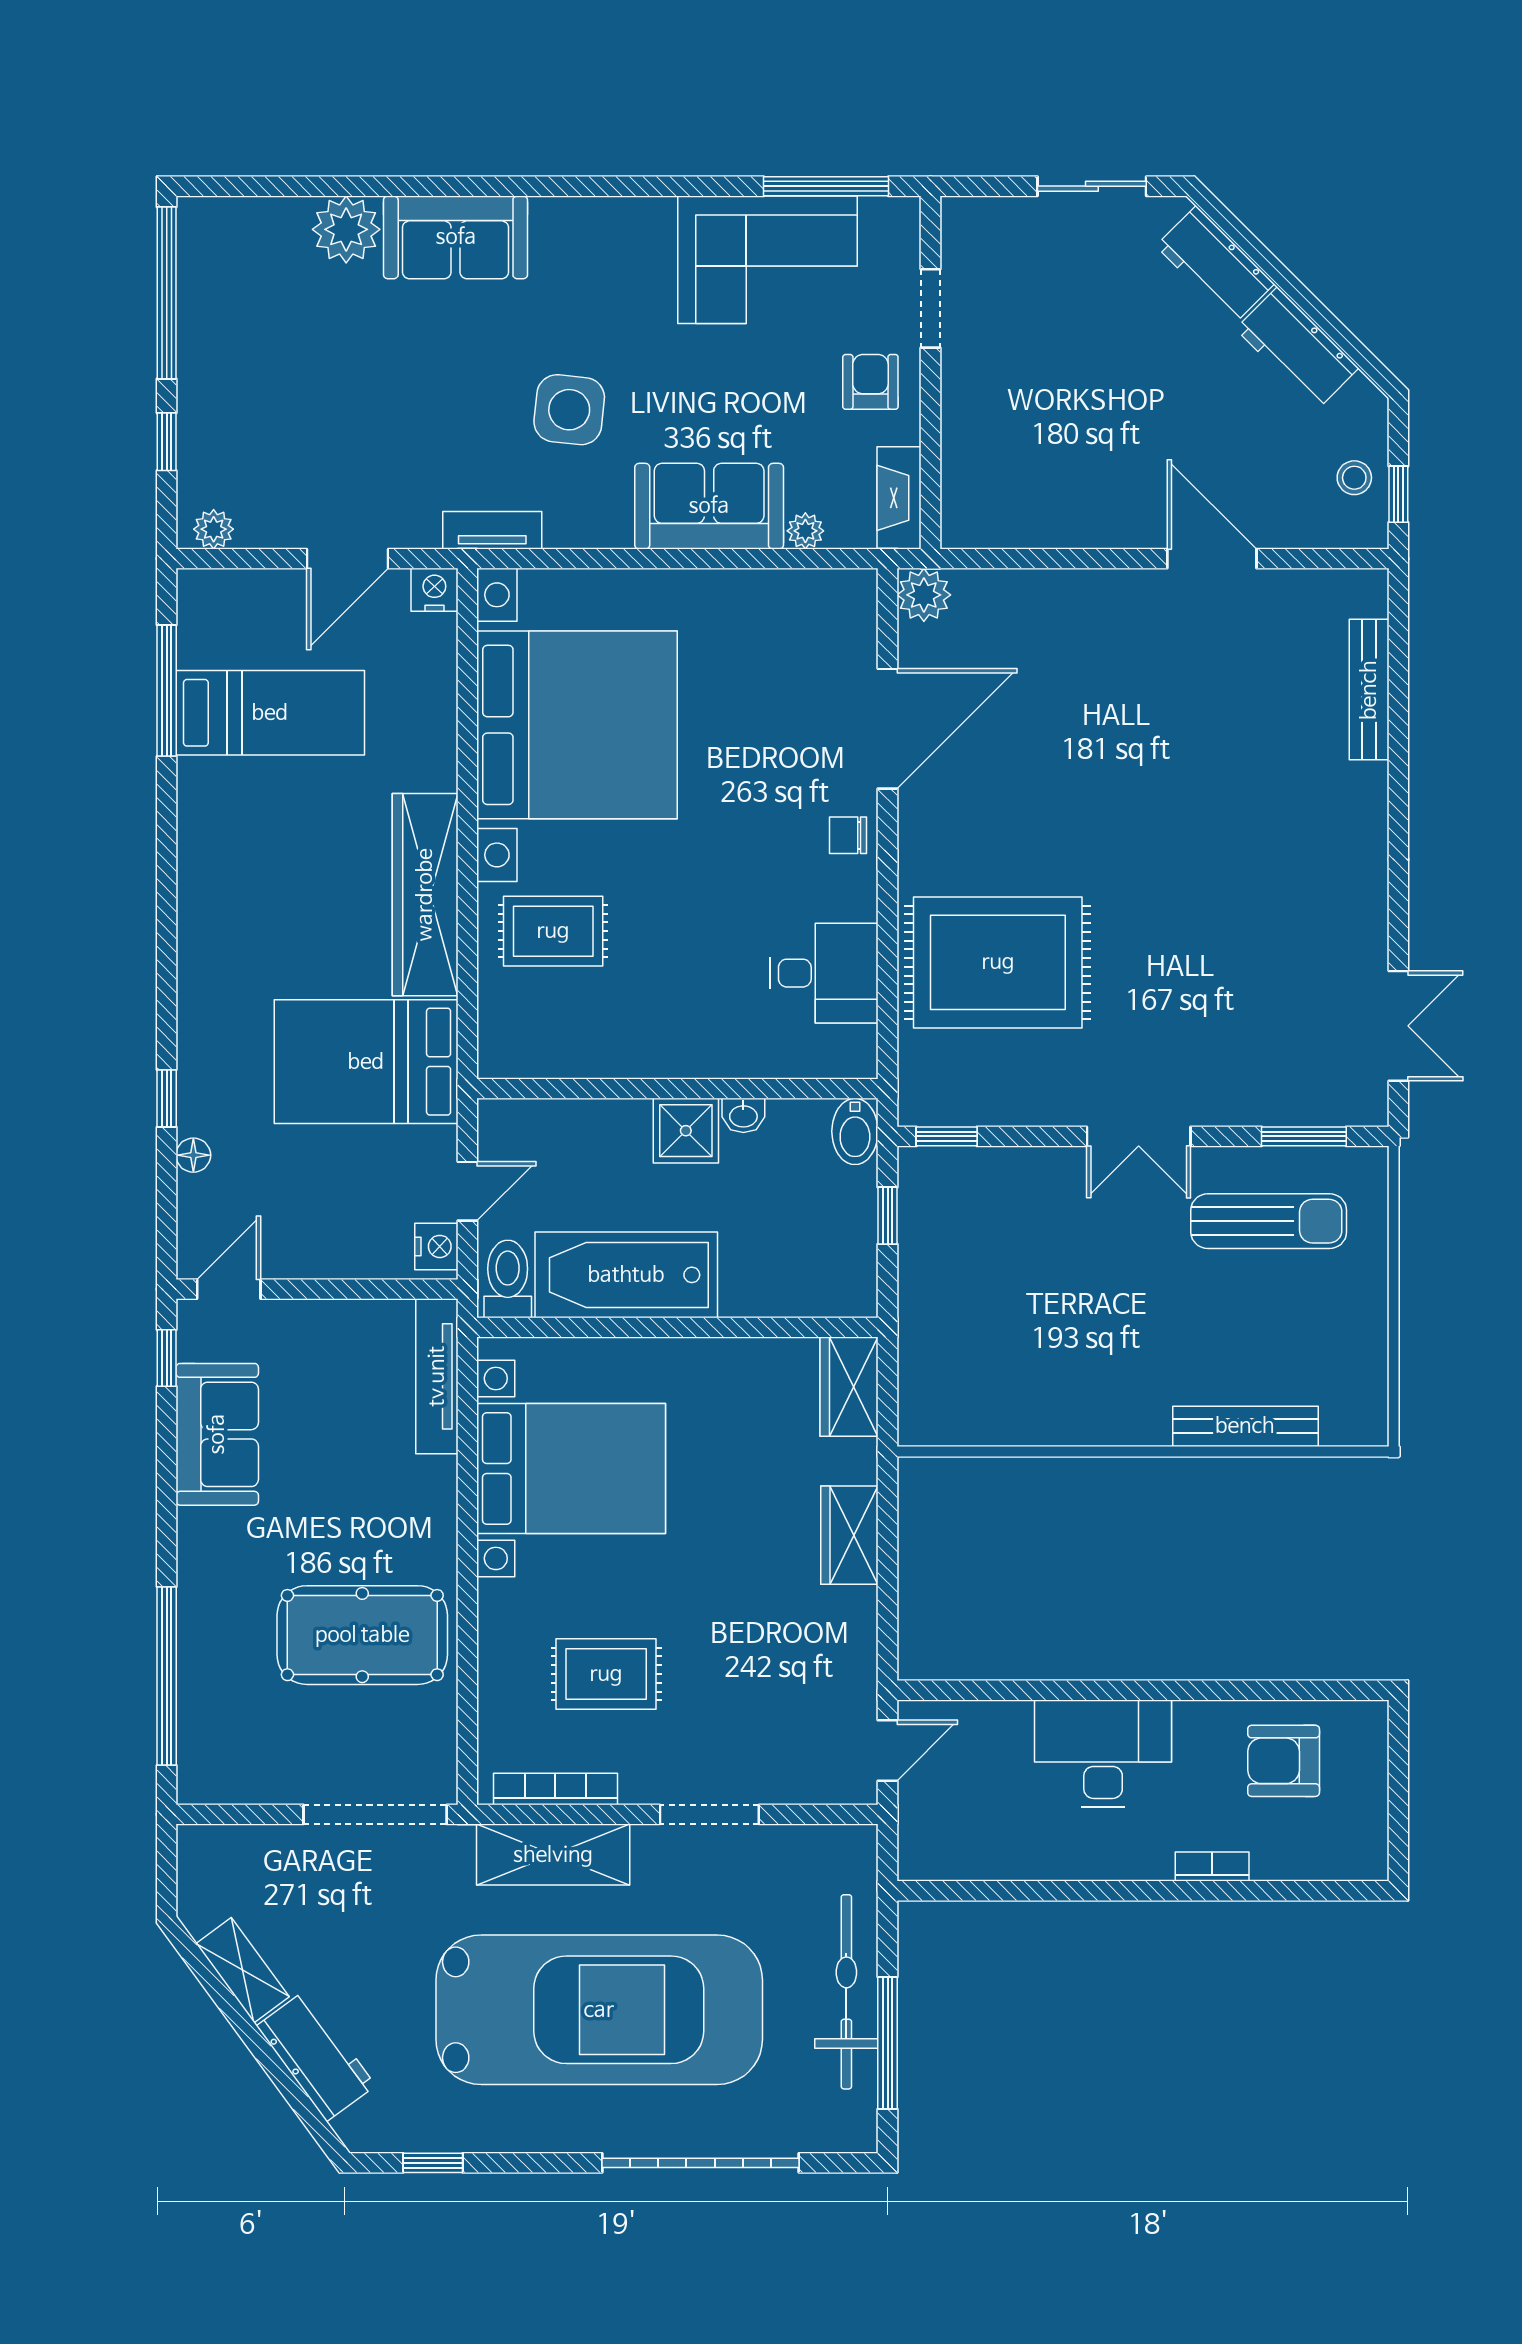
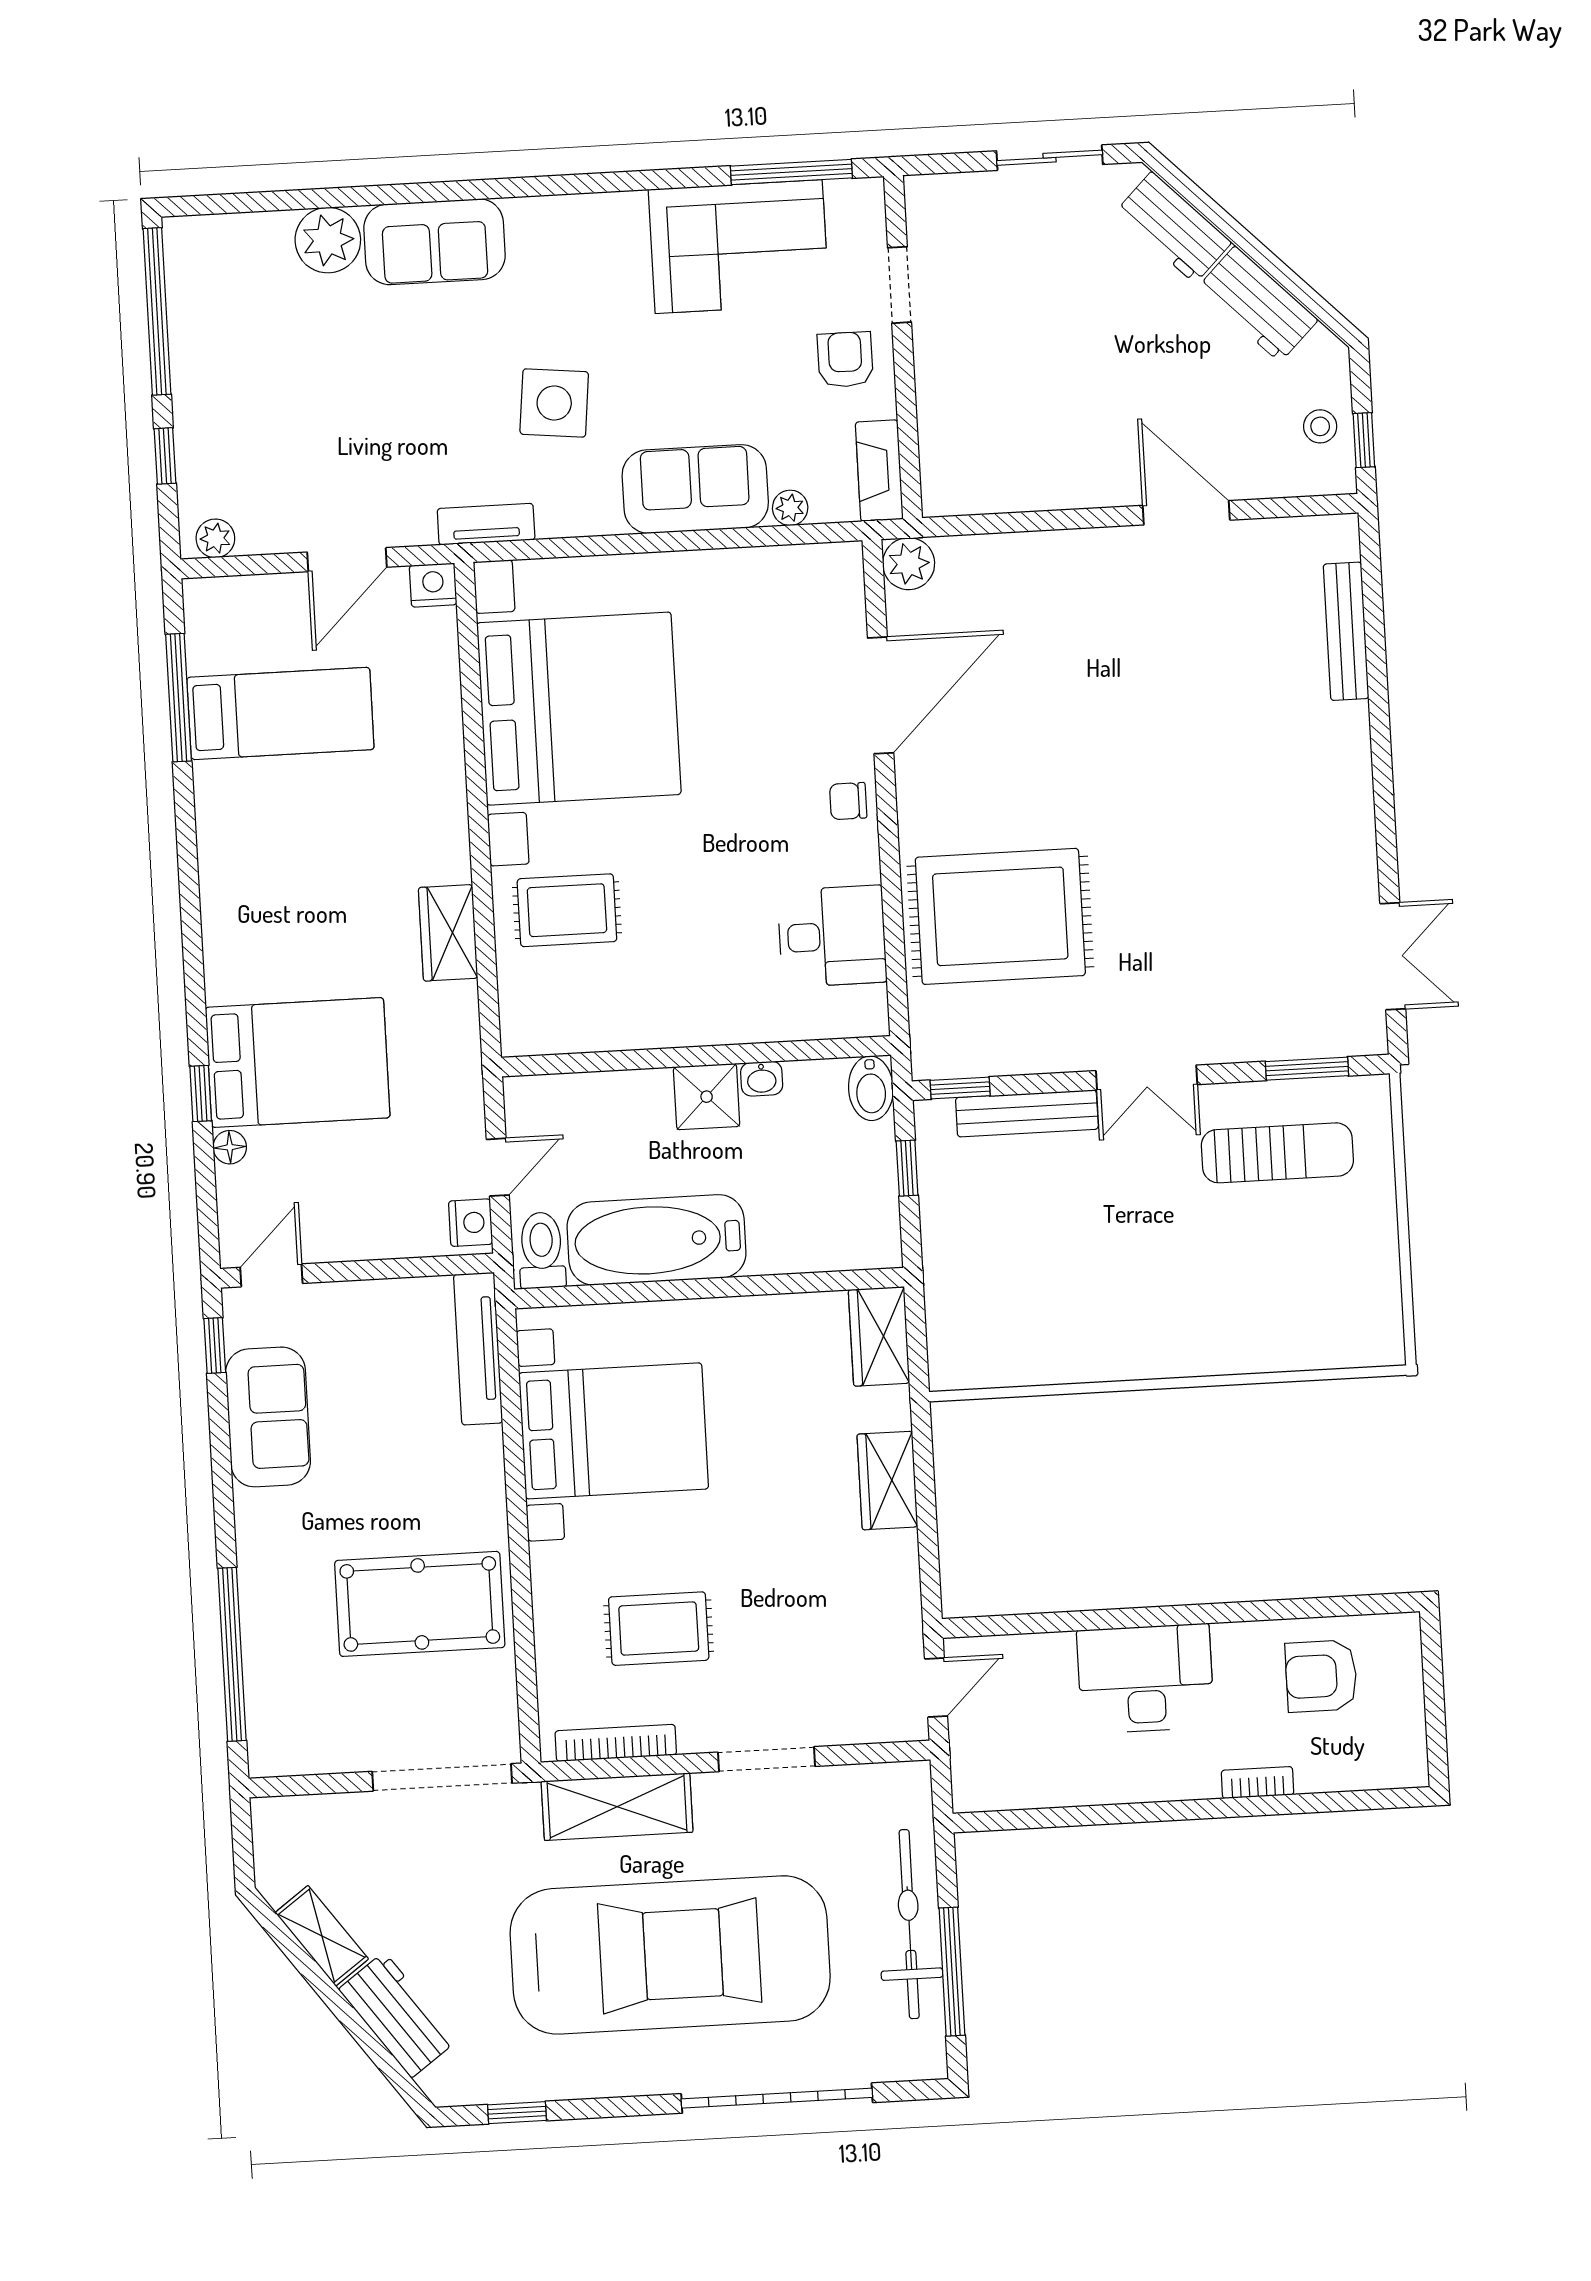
wardrobe: (425, 895) -> (448, 933), width x0.48, depth x0.85
bed: (366, 1062) -> (298, 1063), moved, turned 180
bench: (1245, 1426) -> (1027, 1113), moved

